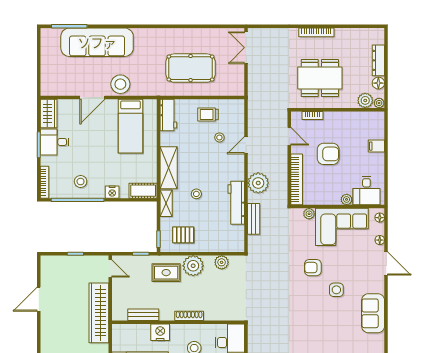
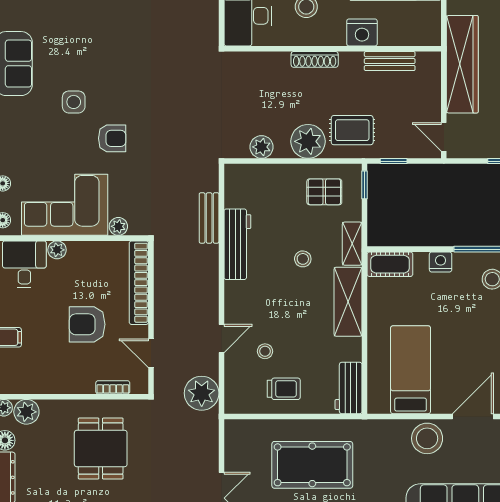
dining table: (320, 78) -> (101, 448), width x0.73
plant: (258, 183) -> (202, 393), moved

